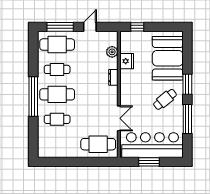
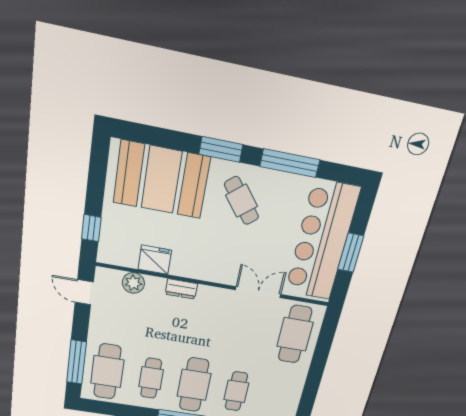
door: (90, 27) -> (84, 292), moved

